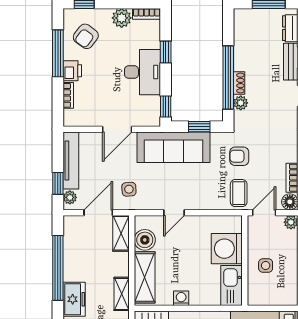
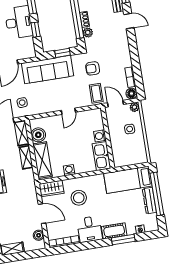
window: (166, 107) -> (36, 30), moved
door: (174, 213) -> (68, 111), moved
door: (264, 213) -> (115, 104), hinge flipped
washing machine: (227, 249) -> (100, 136), width x0.53, depth x0.53
side table: (266, 265) -> (130, 129), moved
shelving: (122, 294) -> (26, 157), moved

